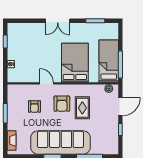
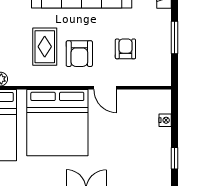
bed: (75, 63) -> (57, 123), width x1.36
armchair: (62, 104) -> (79, 54), turned 180

